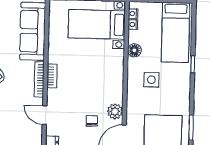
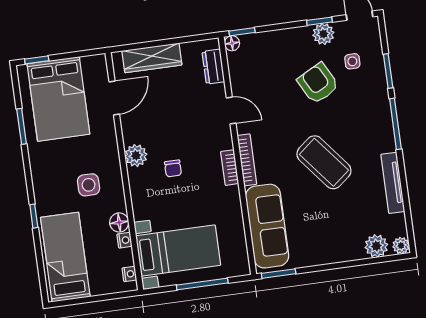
nightstand: (133, 25) -> (124, 240), moved
plant: (115, 111) -> (136, 156), moved
chair: (92, 121) -> (173, 168), moved

